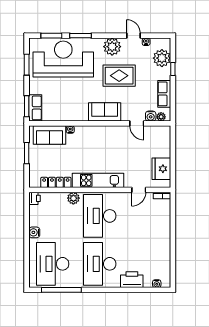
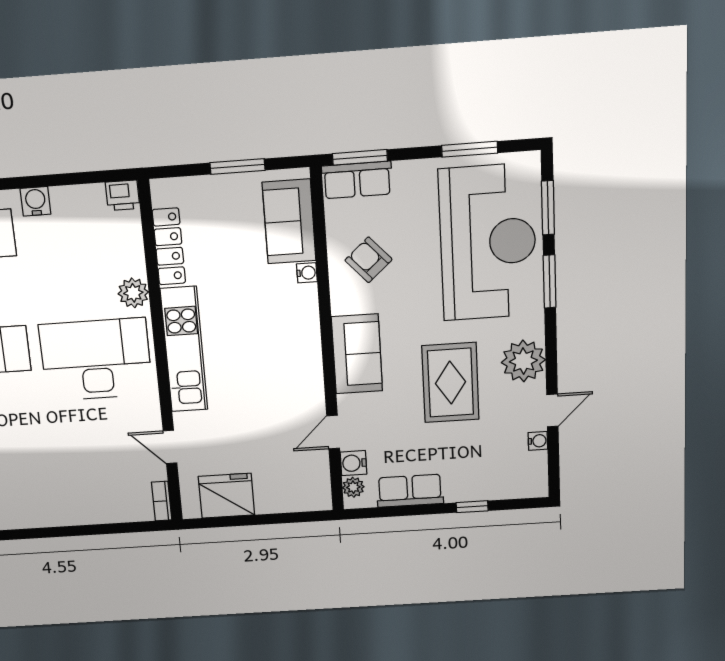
plant: (162, 58) -> (498, 480), removed
armchair: (67, 105) -> (369, 260), added

